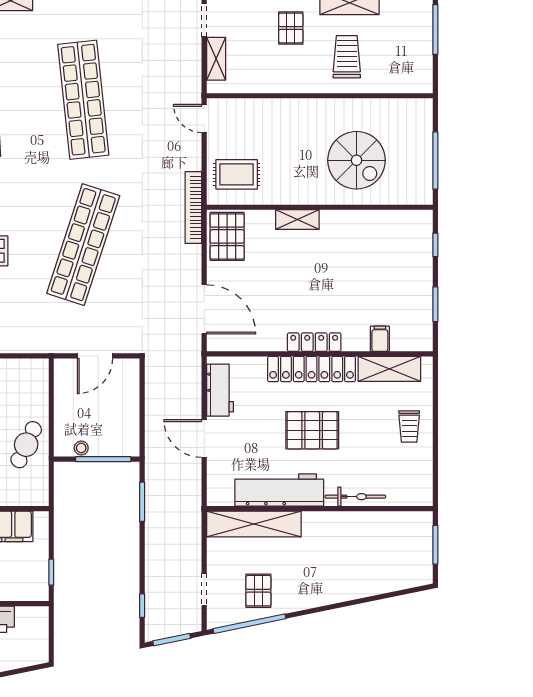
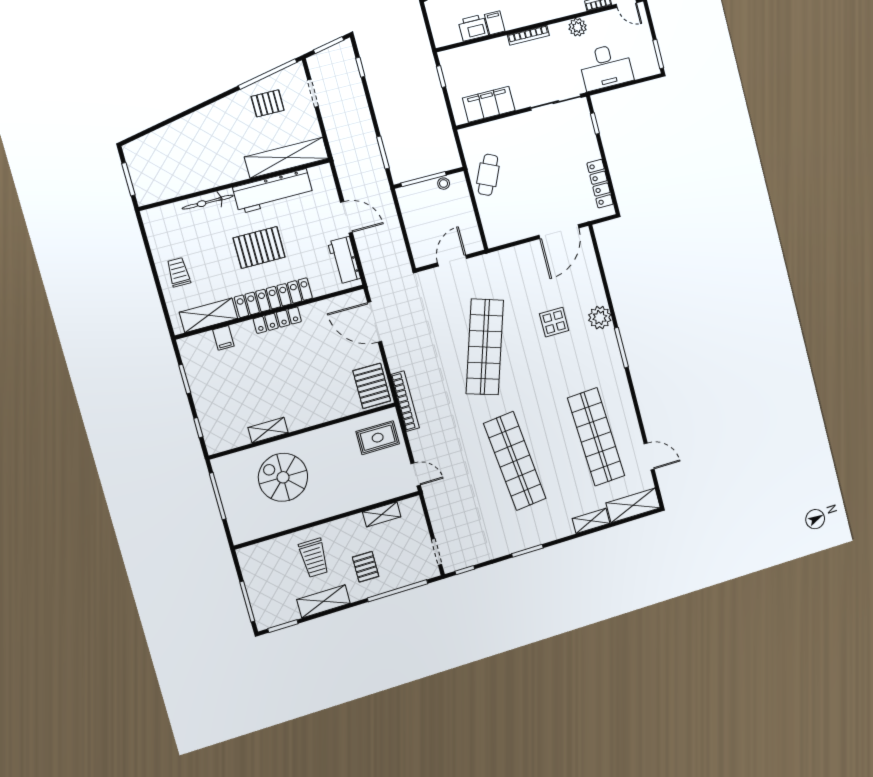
shelving: (216, 59) -> (382, 514), moved, turned 90
shelving: (297, 219) -> (268, 430), moved
pallet: (258, 591) -> (268, 103), turned 90

